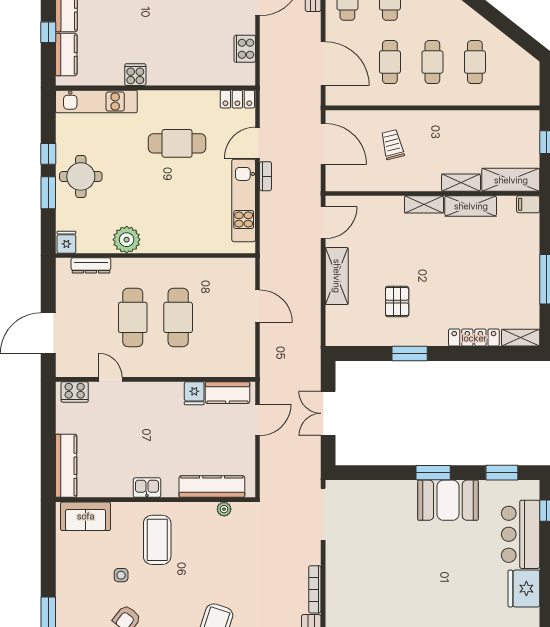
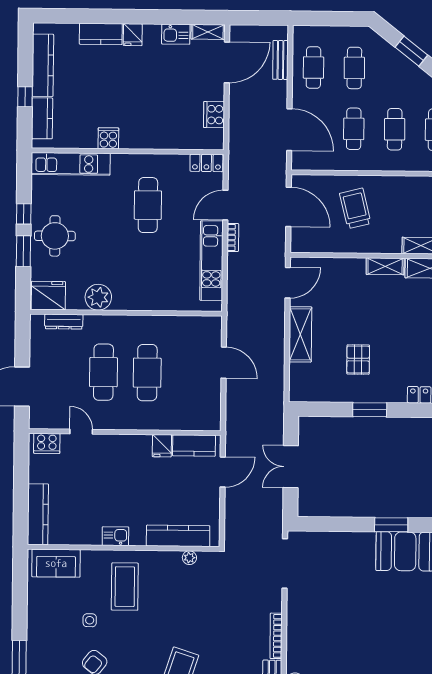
cafe table: (177, 143) -> (148, 205), turned 90
trolley: (392, 145) -> (355, 208), width x1.36, depth x1.39
fridge: (66, 242) -> (48, 296), width x1.88, depth x1.34

